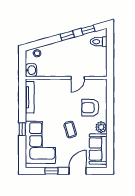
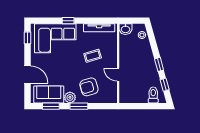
armchair: (90, 108) -> (89, 87), turned -106
window: (110, 118) -> (79, 106), added
coffee table: (70, 130) -> (93, 56), moved
window: (110, 147) -> (51, 106), added
window: (51, 171) -> (27, 38), moved

